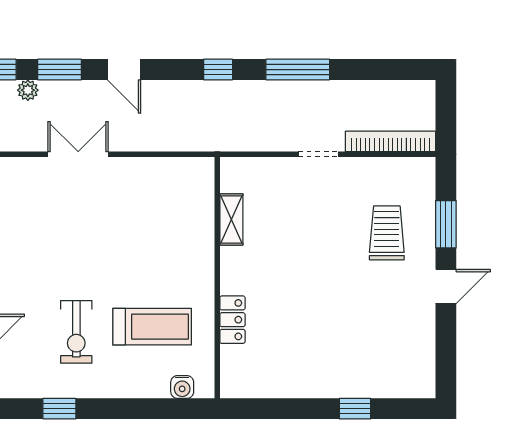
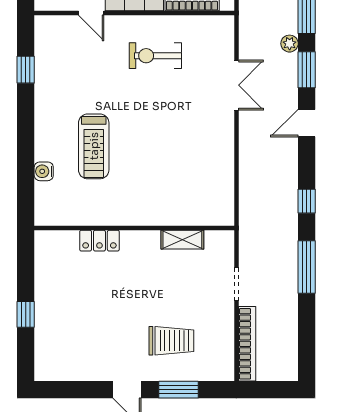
shelving: (231, 219) -> (182, 240), moved
wall: (217, 278) -> (134, 228), moved
locker: (232, 320) -> (99, 241), moved
exercise bike: (76, 332) -> (155, 56), moved

